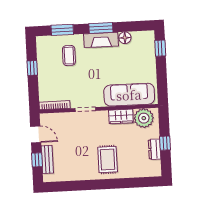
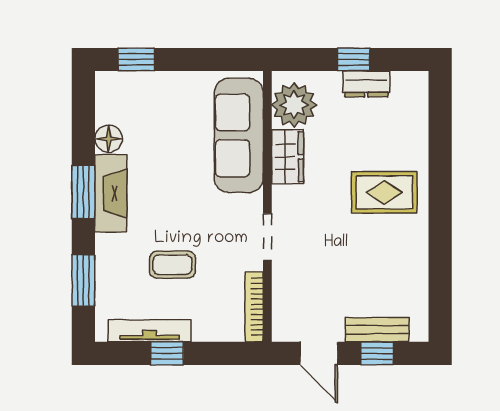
coffee table: (69, 56) -> (172, 265), moved
tv unit: (42, 60) -> (150, 331), added
door: (36, 134) -> (319, 353), swing flipped

